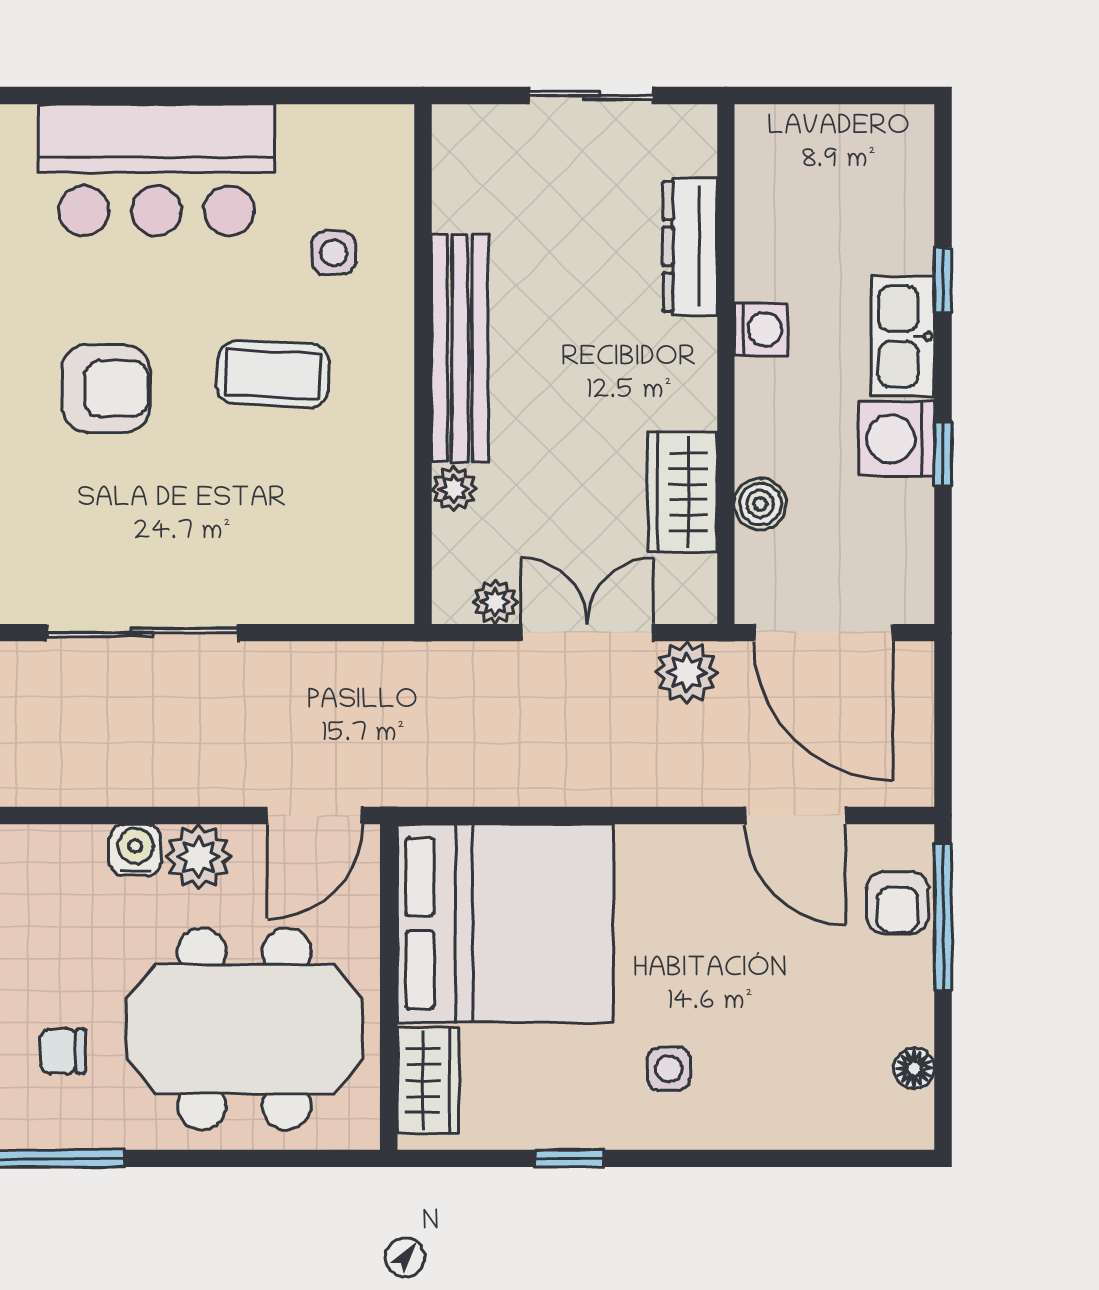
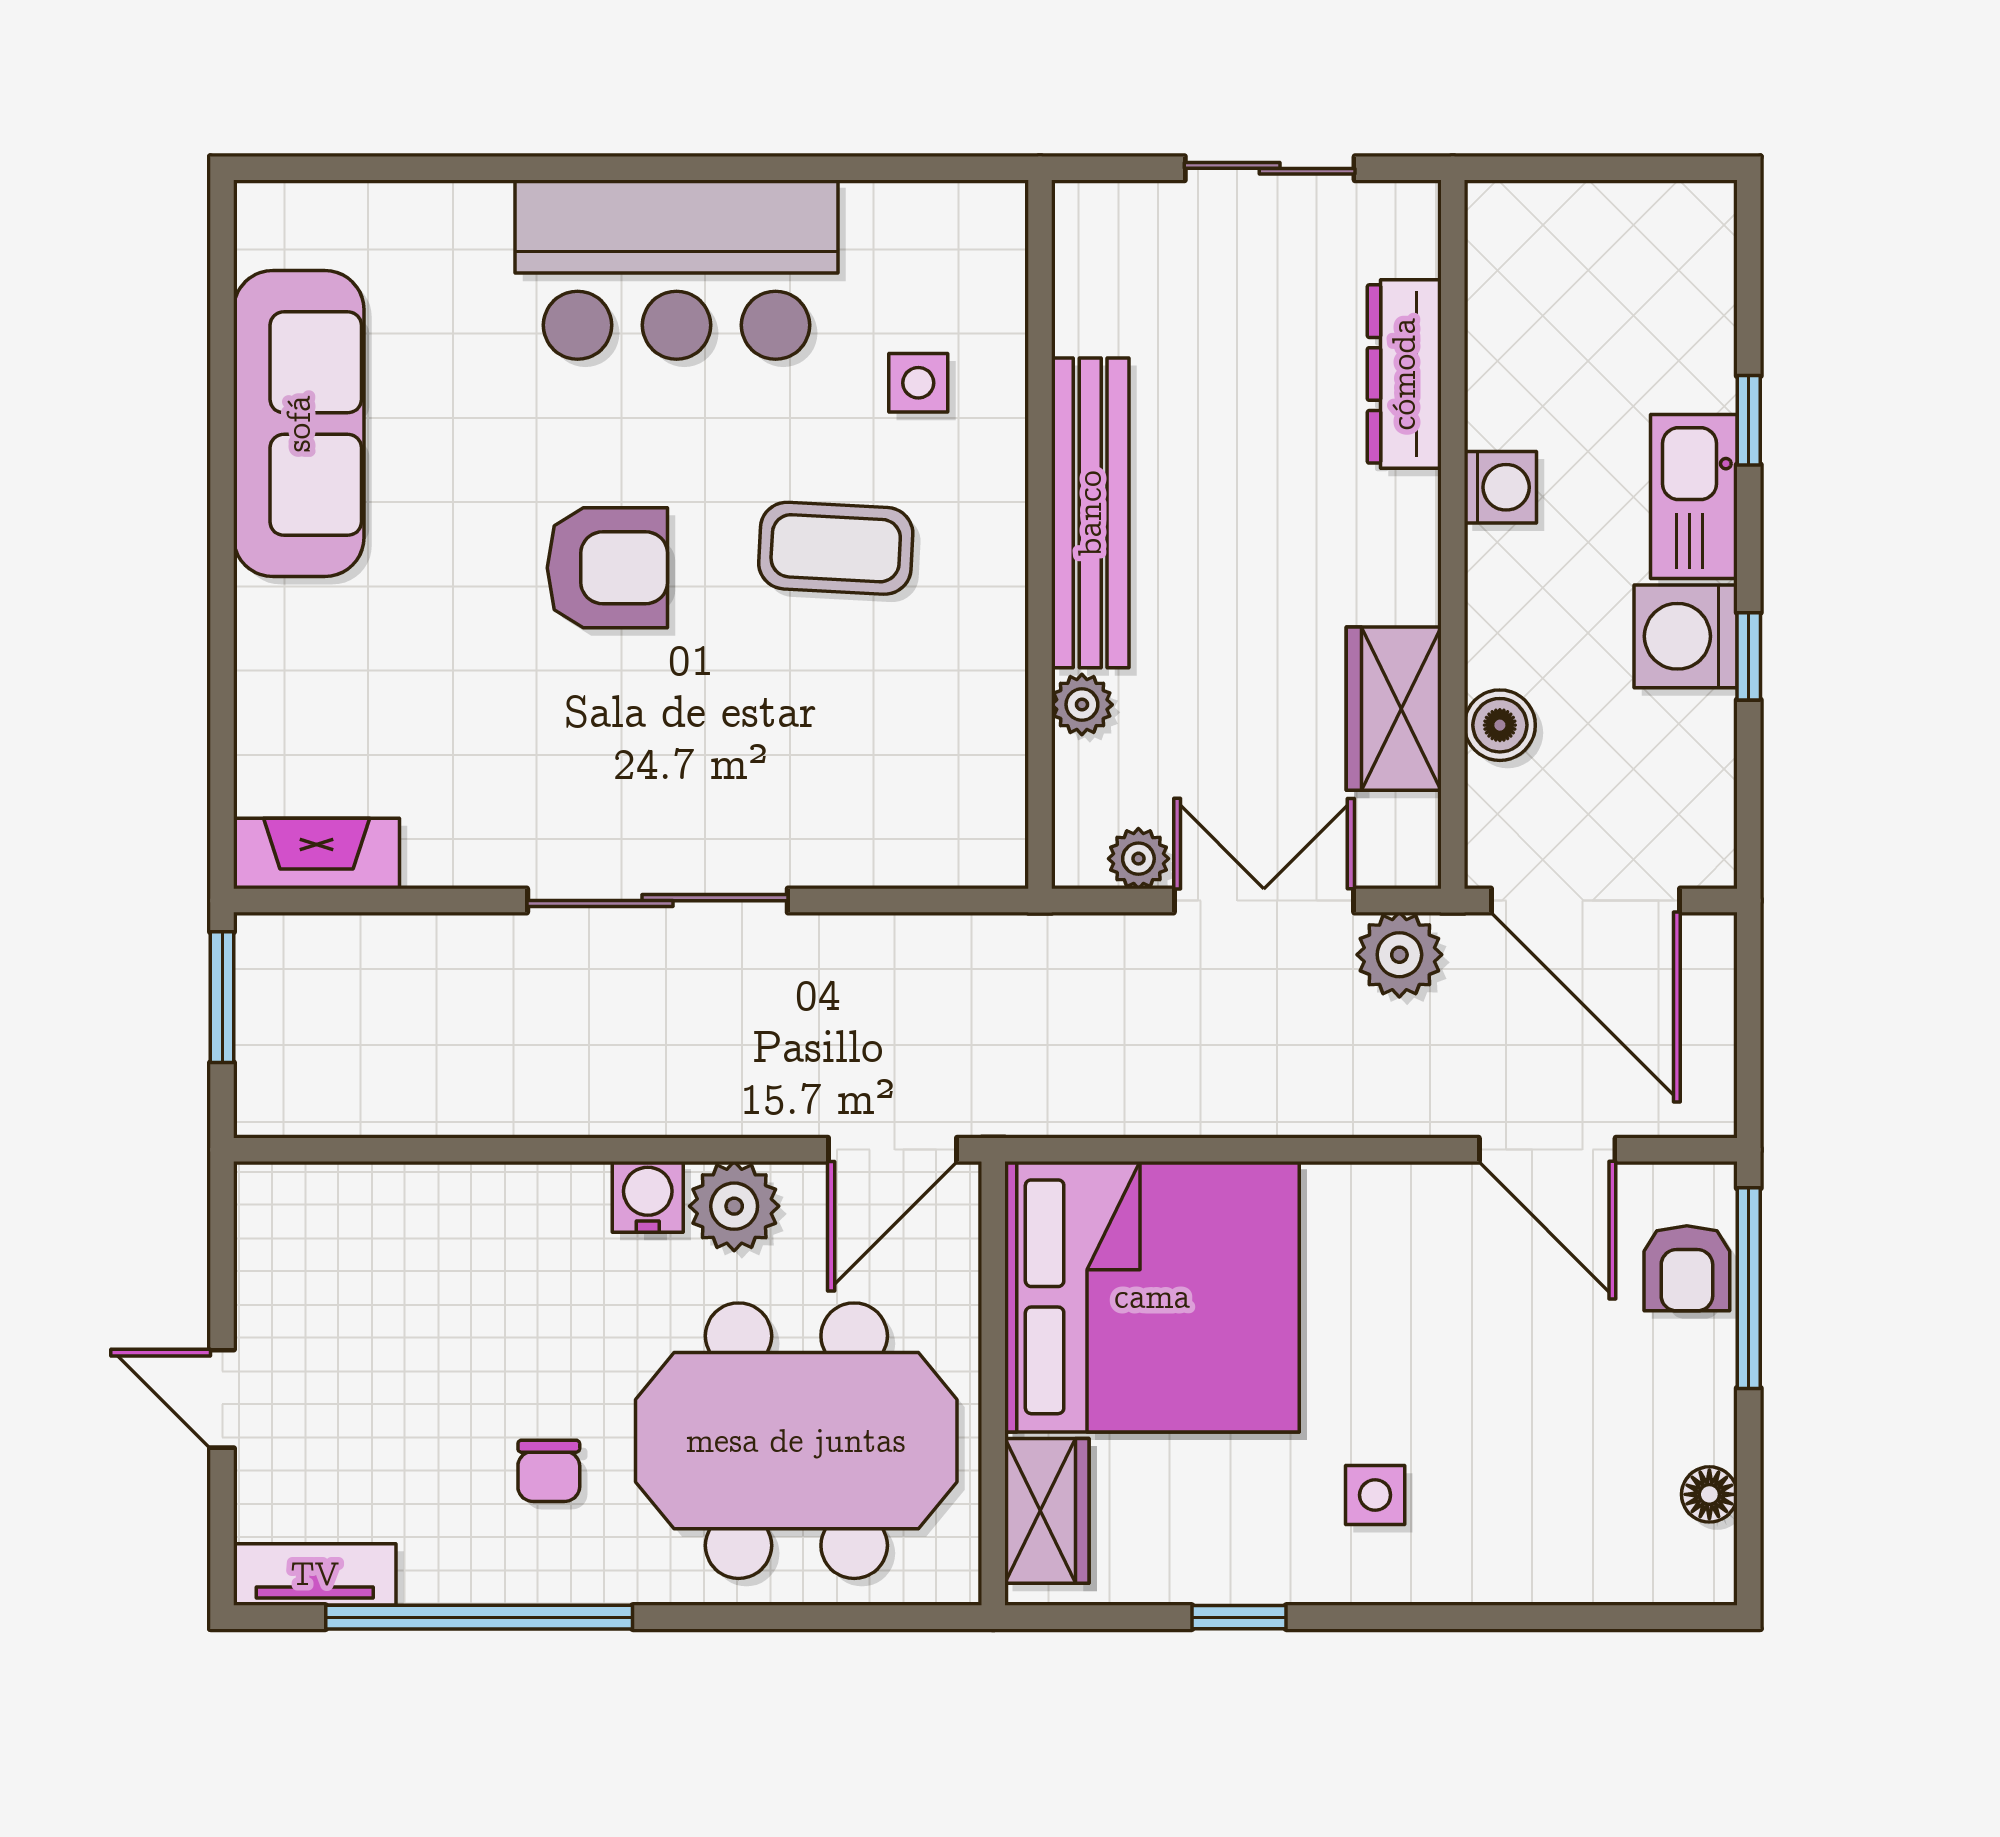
chair: (63, 1051) -> (549, 1471), turned -90

